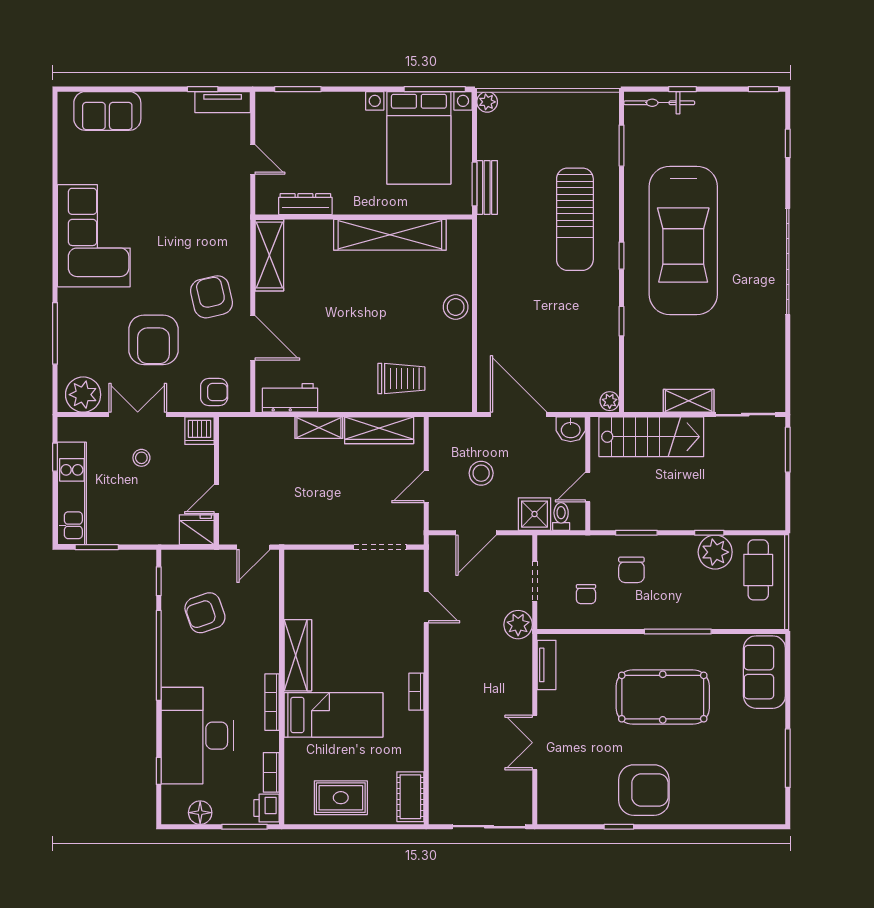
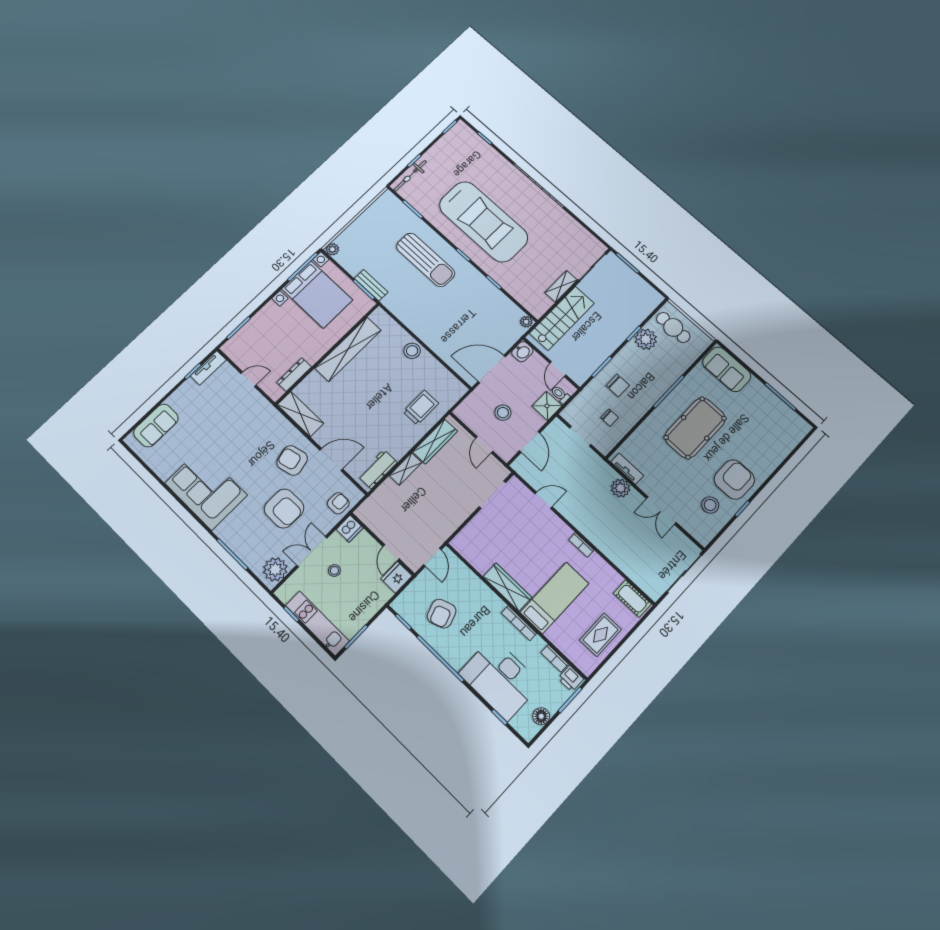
plant: (518, 625) -> (621, 488), moved
stool: (590, 789) -> (710, 505), added

